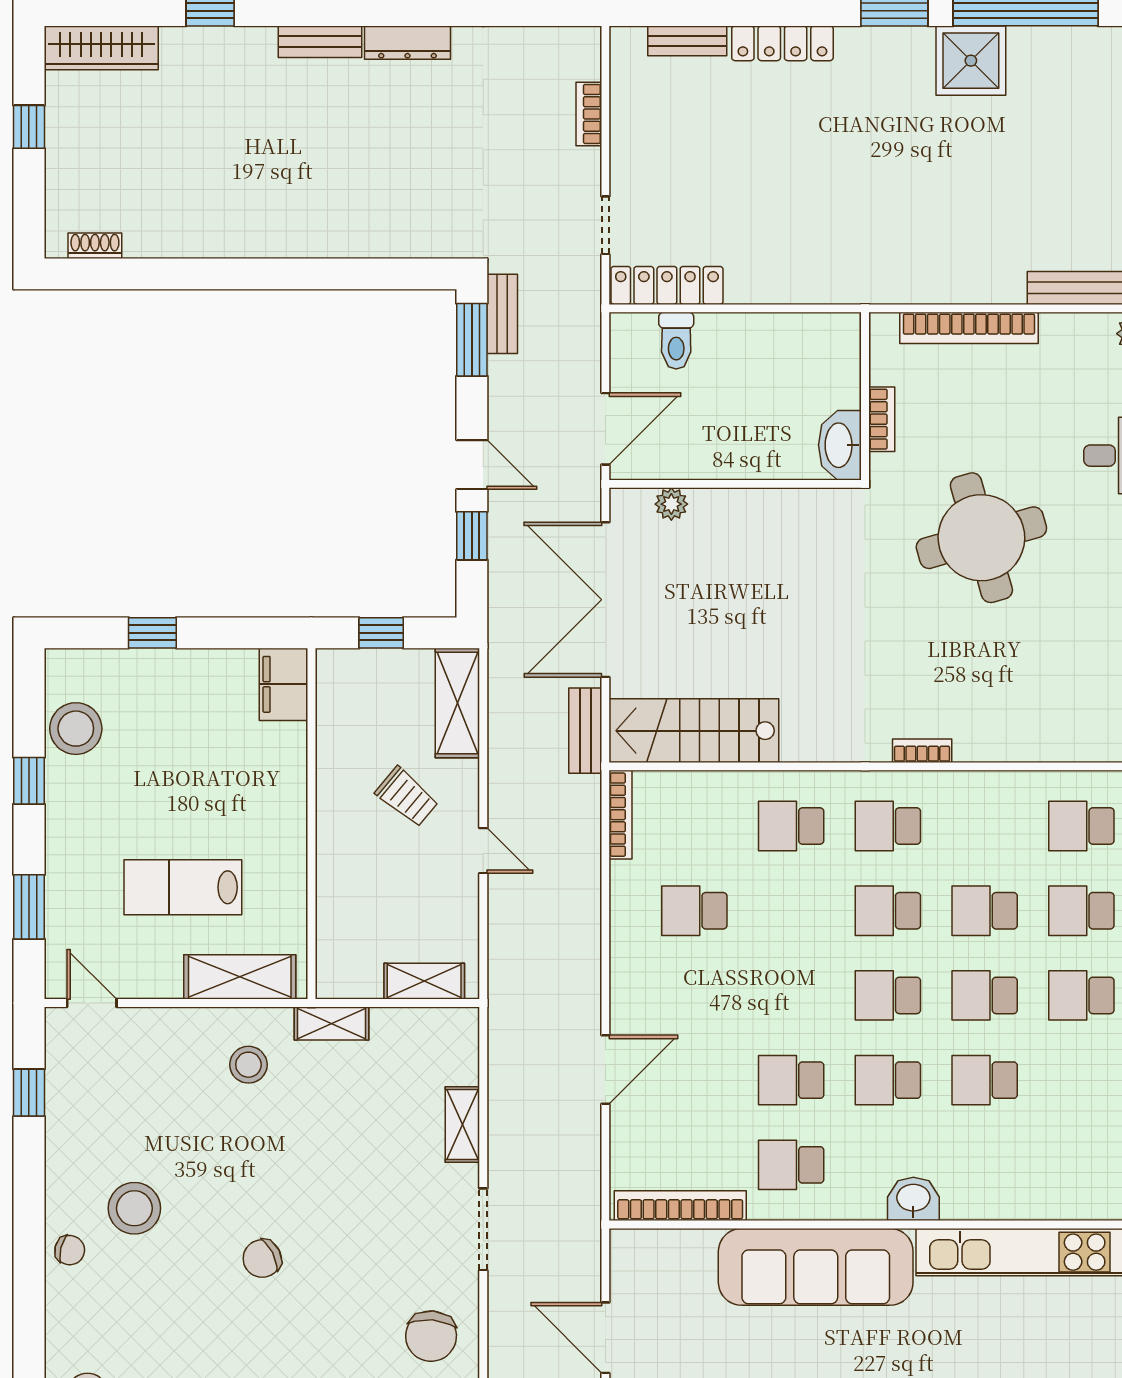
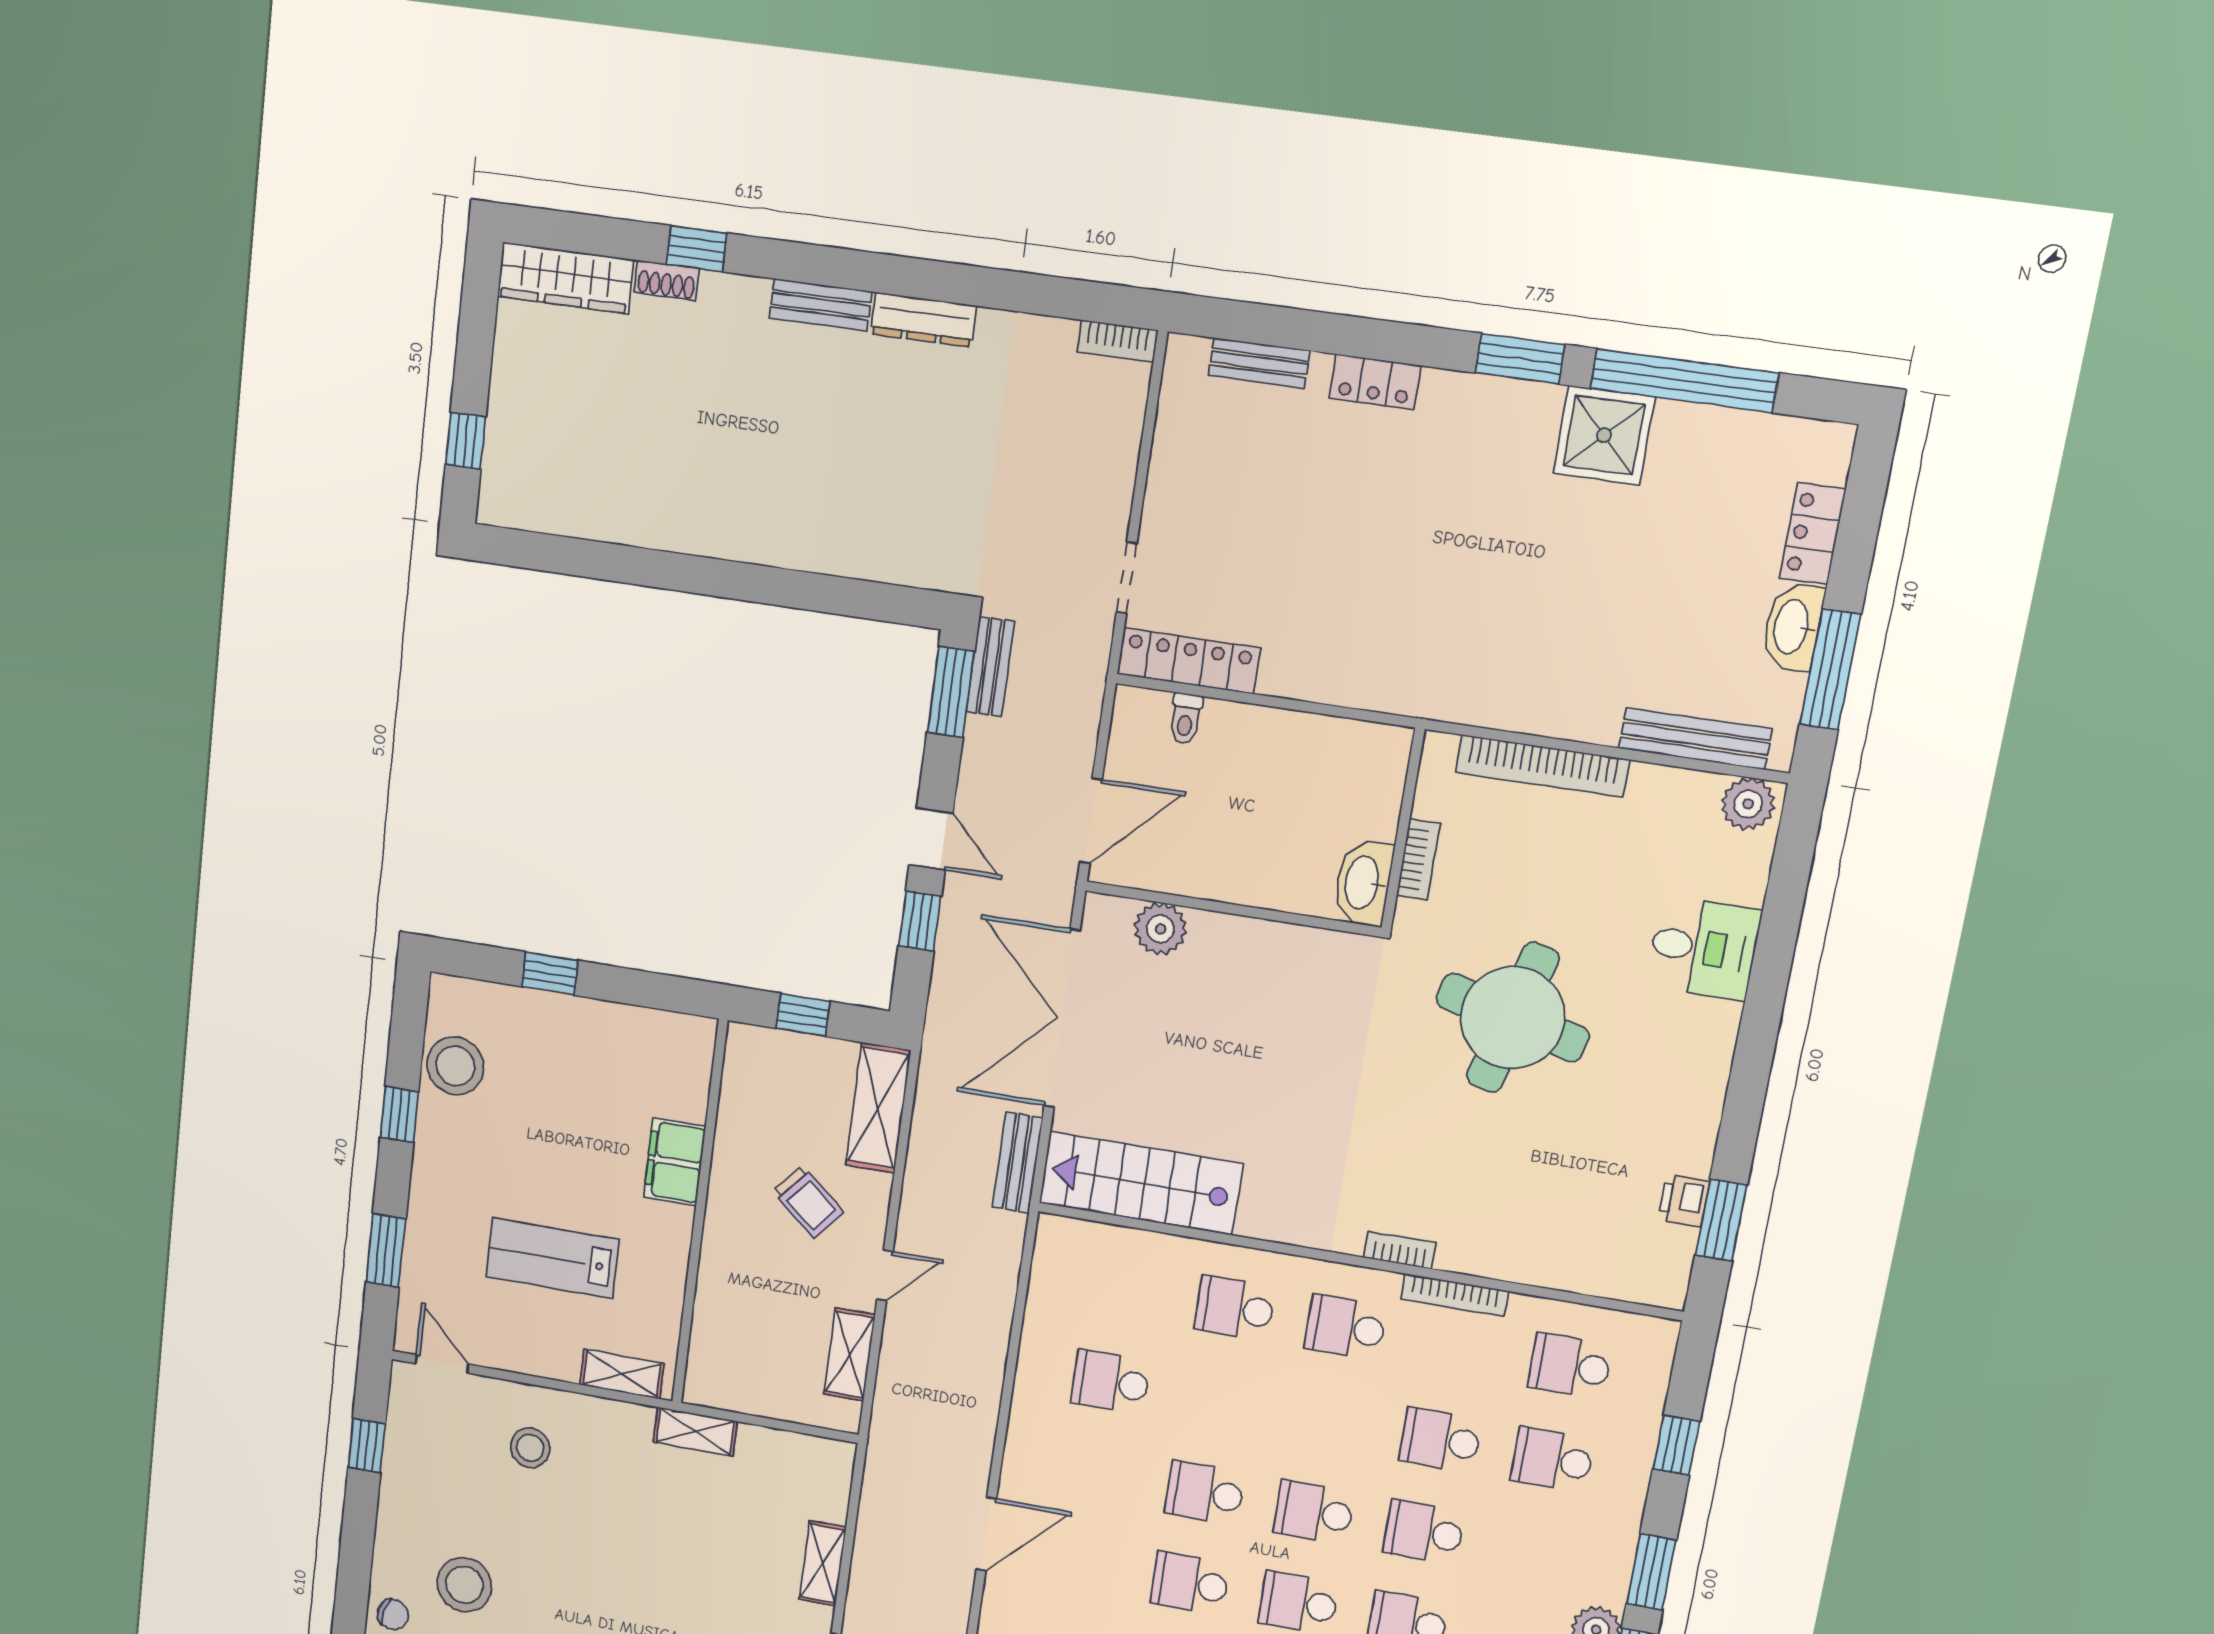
locker: (782, 43) -> (1375, 382), width x0.66
bookcase: (589, 114) -> (1117, 341), moved, turned -90
window: (29, 127) -> (466, 441), moved
shoe rack: (95, 246) -> (667, 280), moved, turned 180
toilet: (676, 341) -> (1185, 719), width x0.73, depth x0.72
plant: (671, 504) -> (1160, 929), width x1.38, depth x1.38
round table: (981, 538) -> (1513, 1018), turned 30
filing cabinet: (283, 684) -> (675, 1162), moved
bookcase: (621, 815) -> (1455, 1295), moved, turned 90
door: (483, 851) -> (885, 1275), hinge flipped
school desk: (888, 911) -> (1205, 1493), moved
shelving: (240, 977) -> (622, 1374), width x0.67, depth x0.75
shelving: (424, 981) -> (849, 1354), moved, turned 90
school desk: (1081, 995) -> (1535, 1552), removed
stool: (248, 1065) -> (530, 1448), moved

